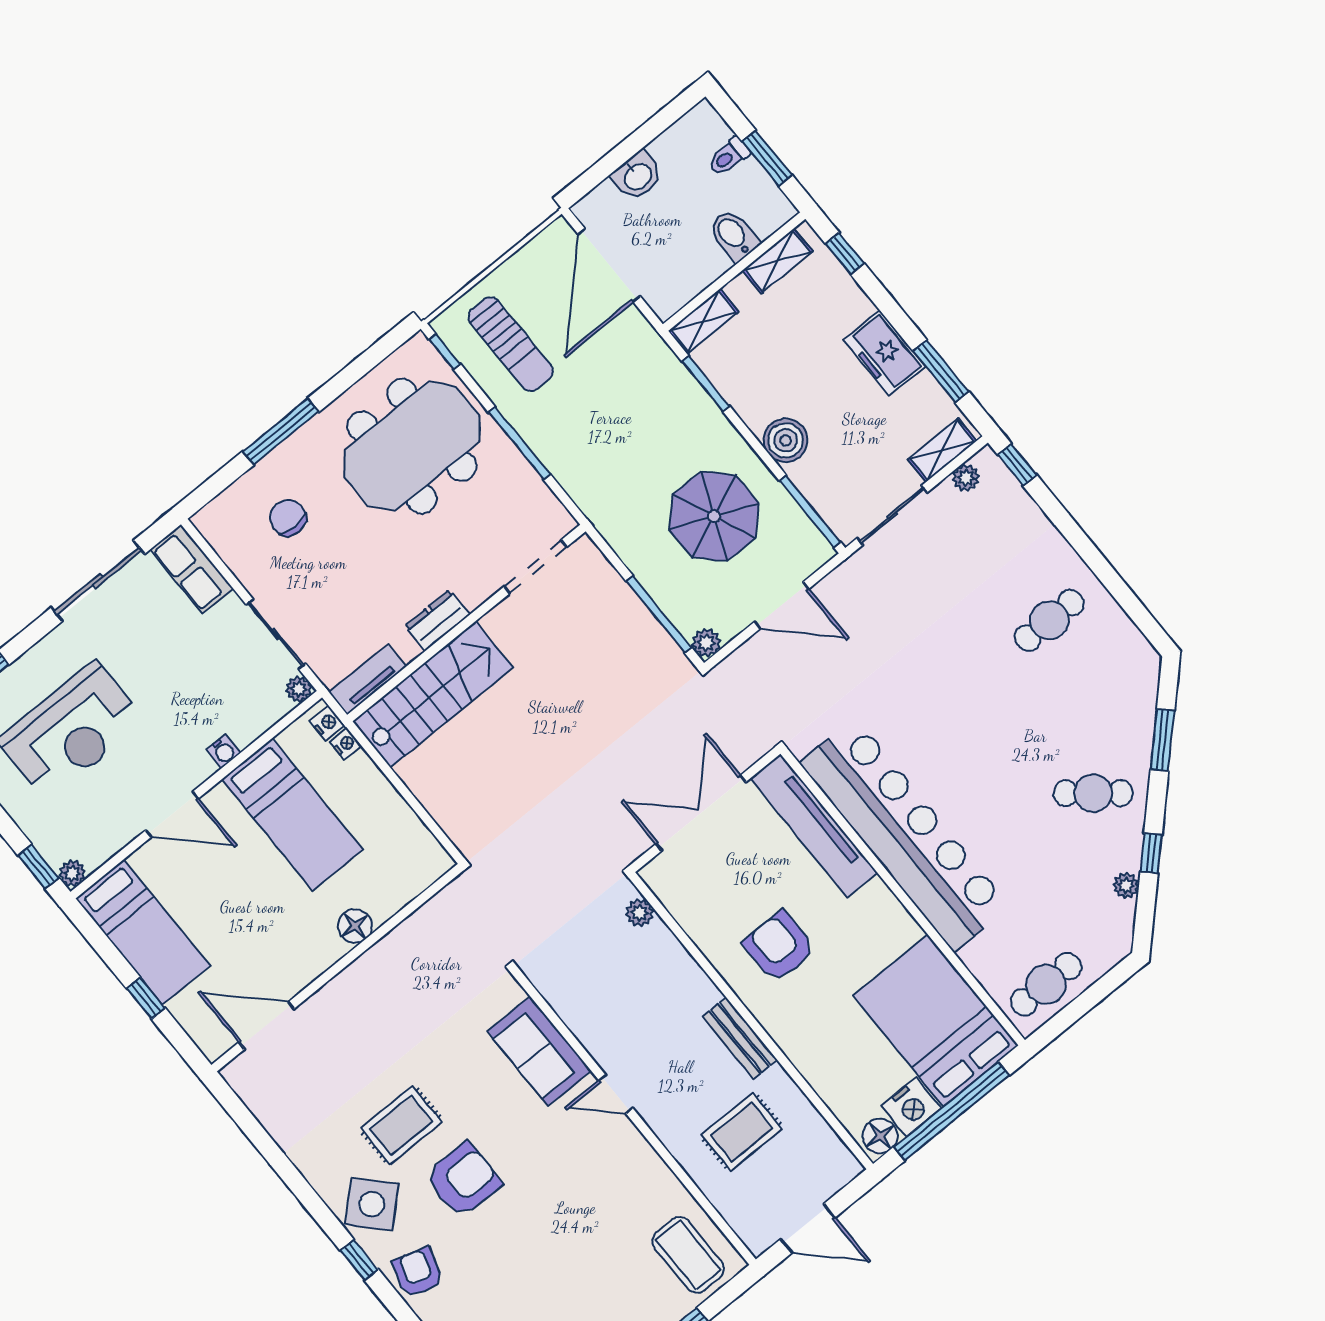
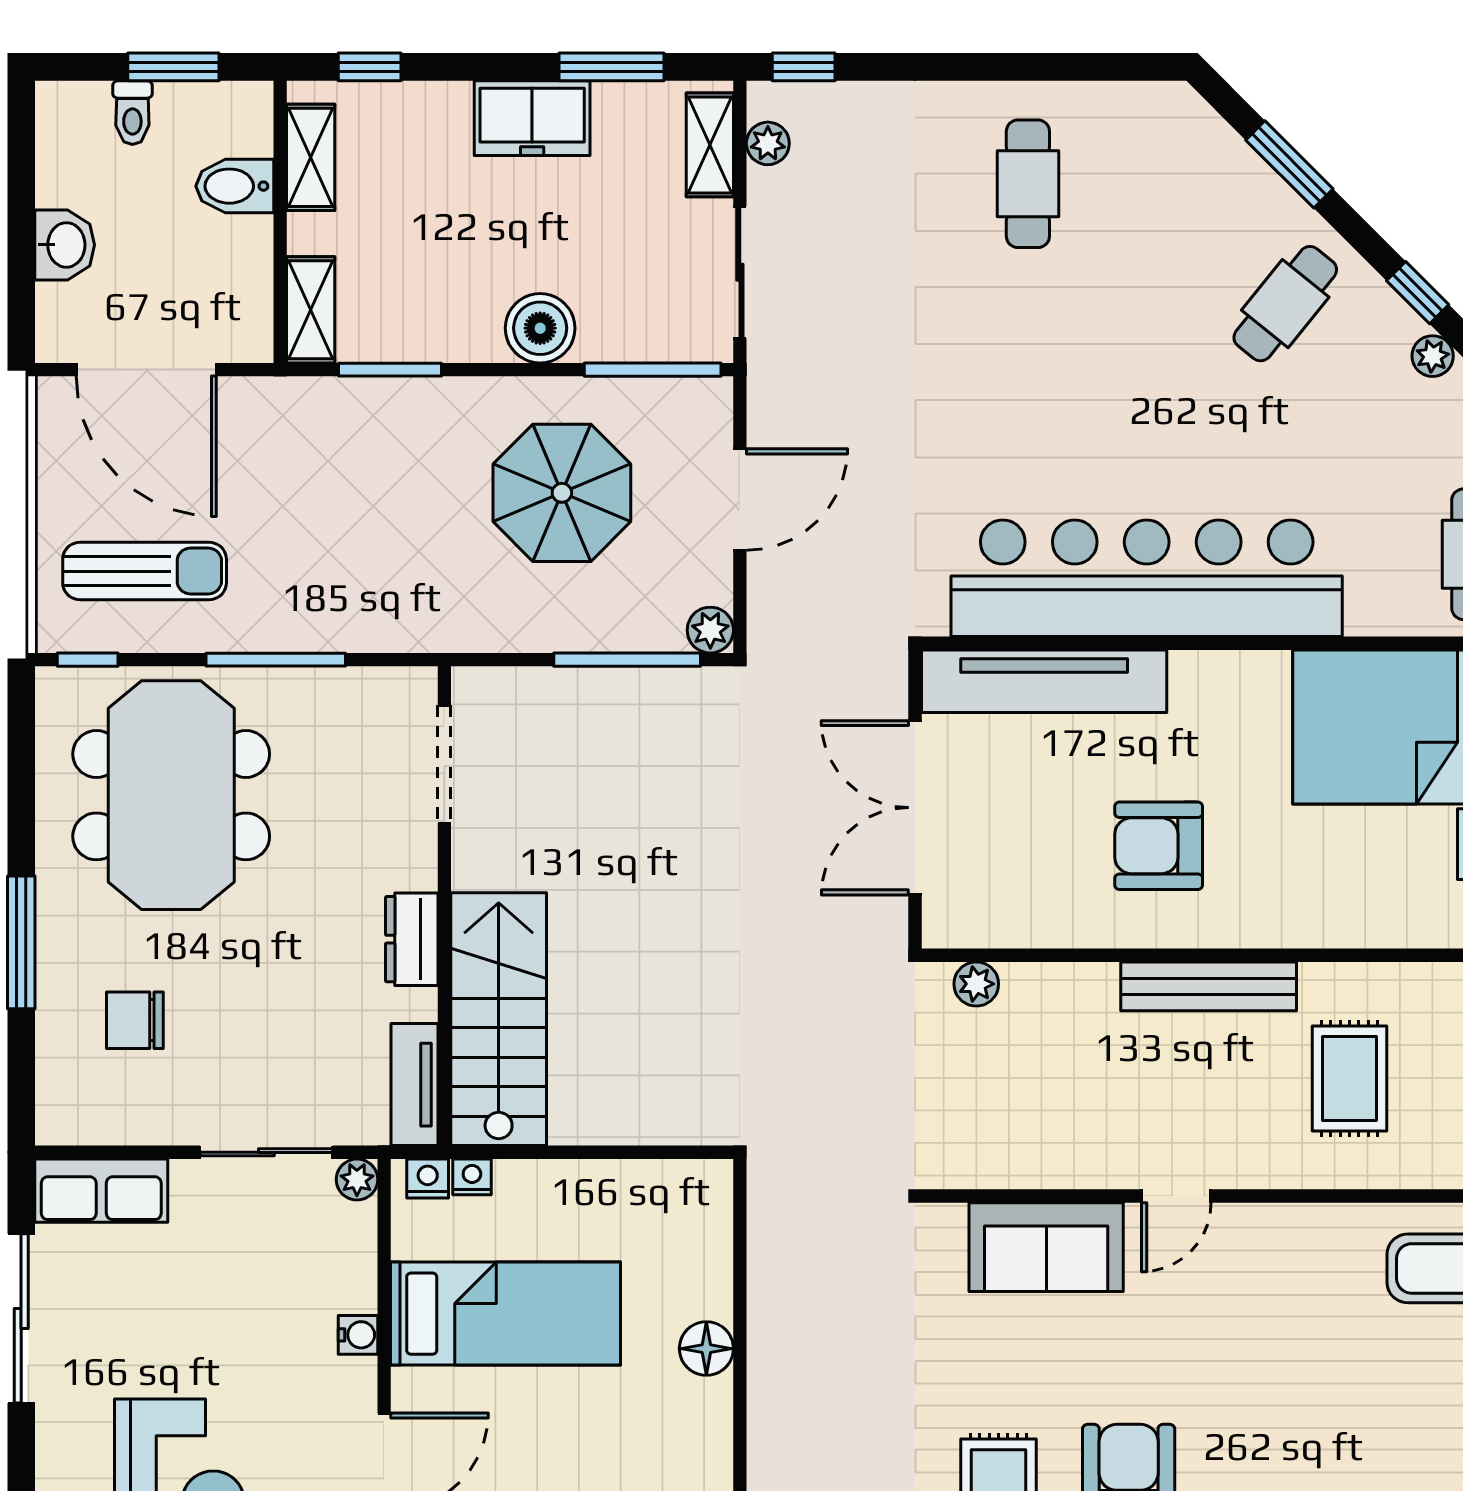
bench: (740, 1038) -> (1209, 986), width x1.36

